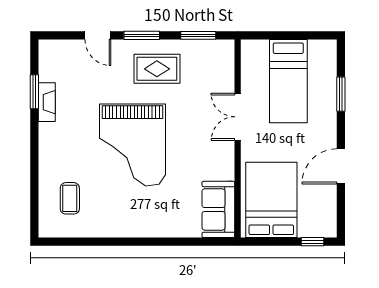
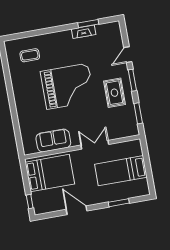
grand piano: (132, 145) -> (67, 86), turned 180
sofa: (218, 209) -> (53, 141), moved

